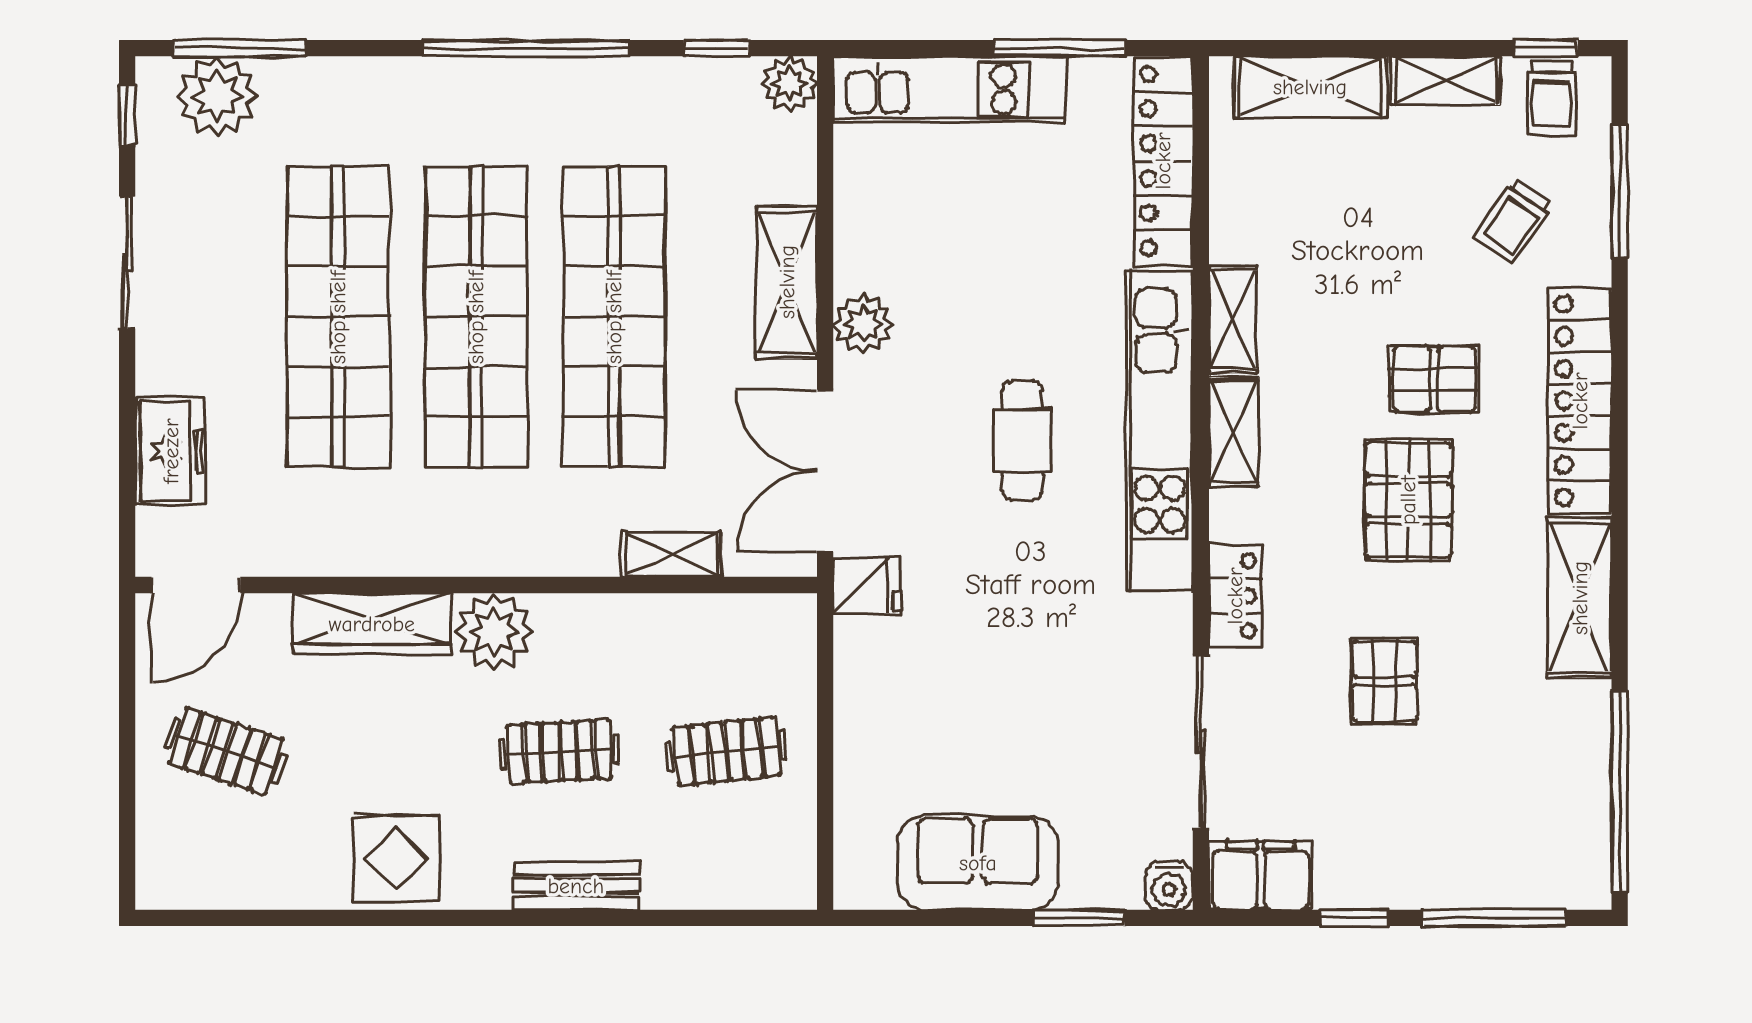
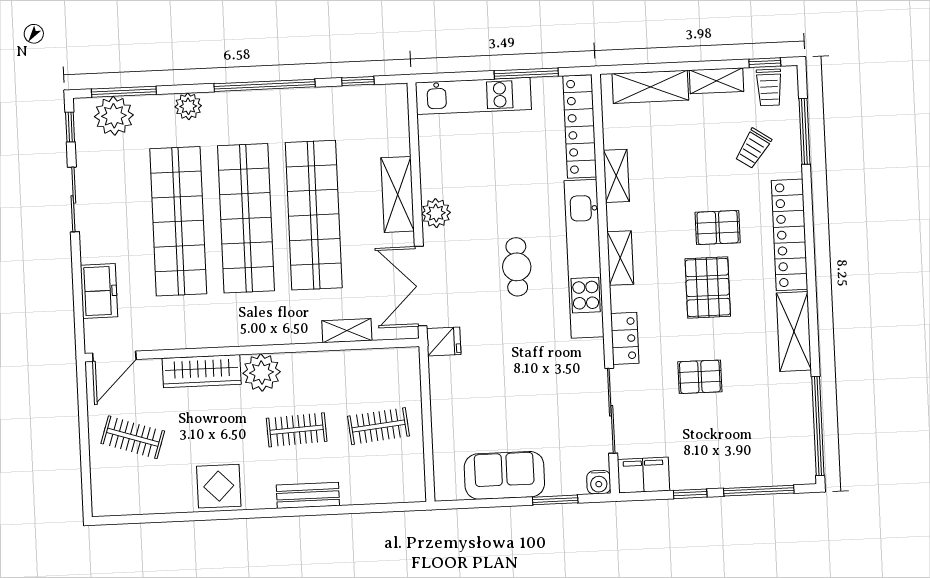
plant: (790, 84) -> (188, 106), moved
shelving: (1233, 319) -> (616, 176), moved
pallet: (1384, 681) -> (700, 377), turned 90

